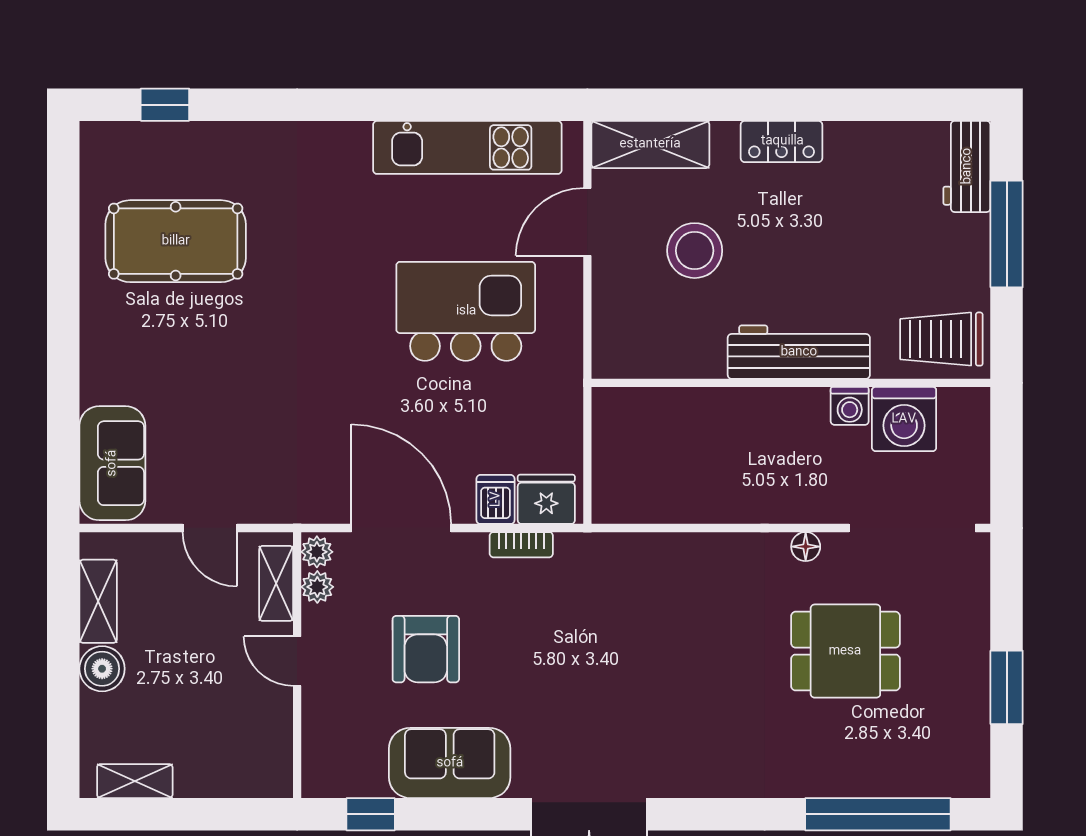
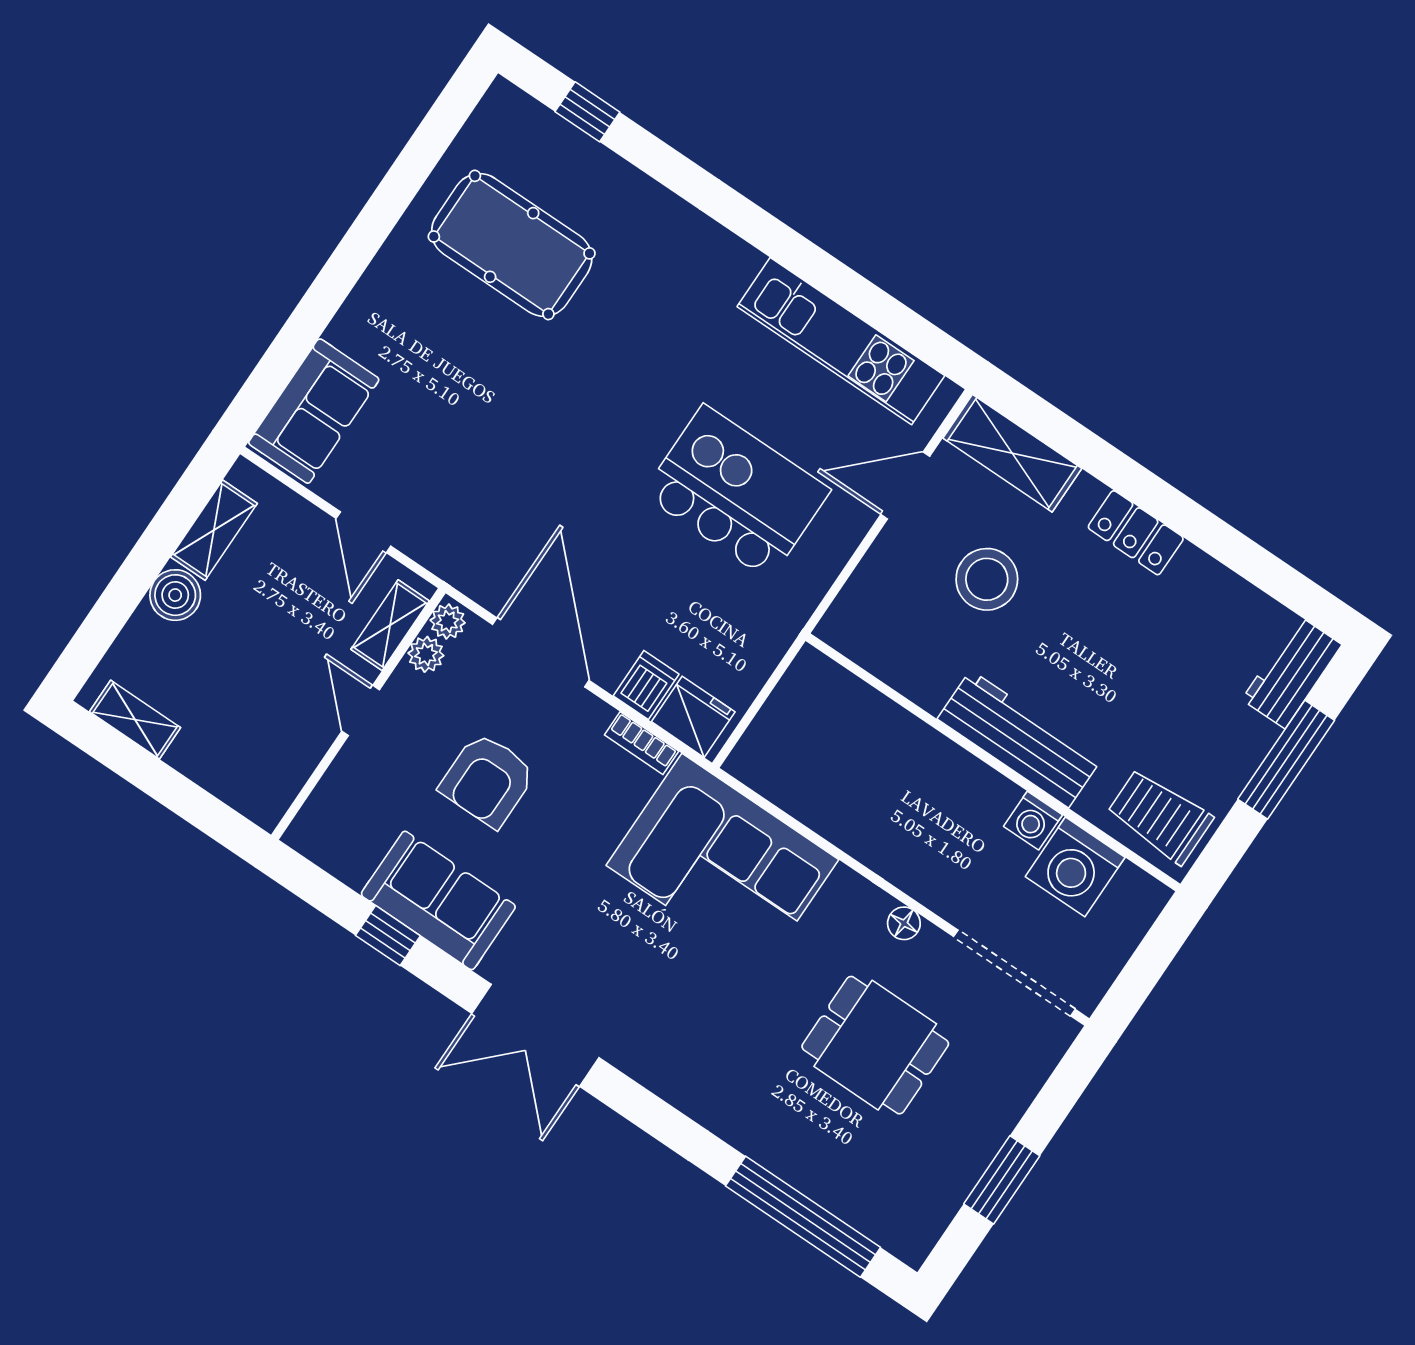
corner sofa: (641, 592) -> (722, 862), added
window: (371, 814) -> (388, 936), moved

